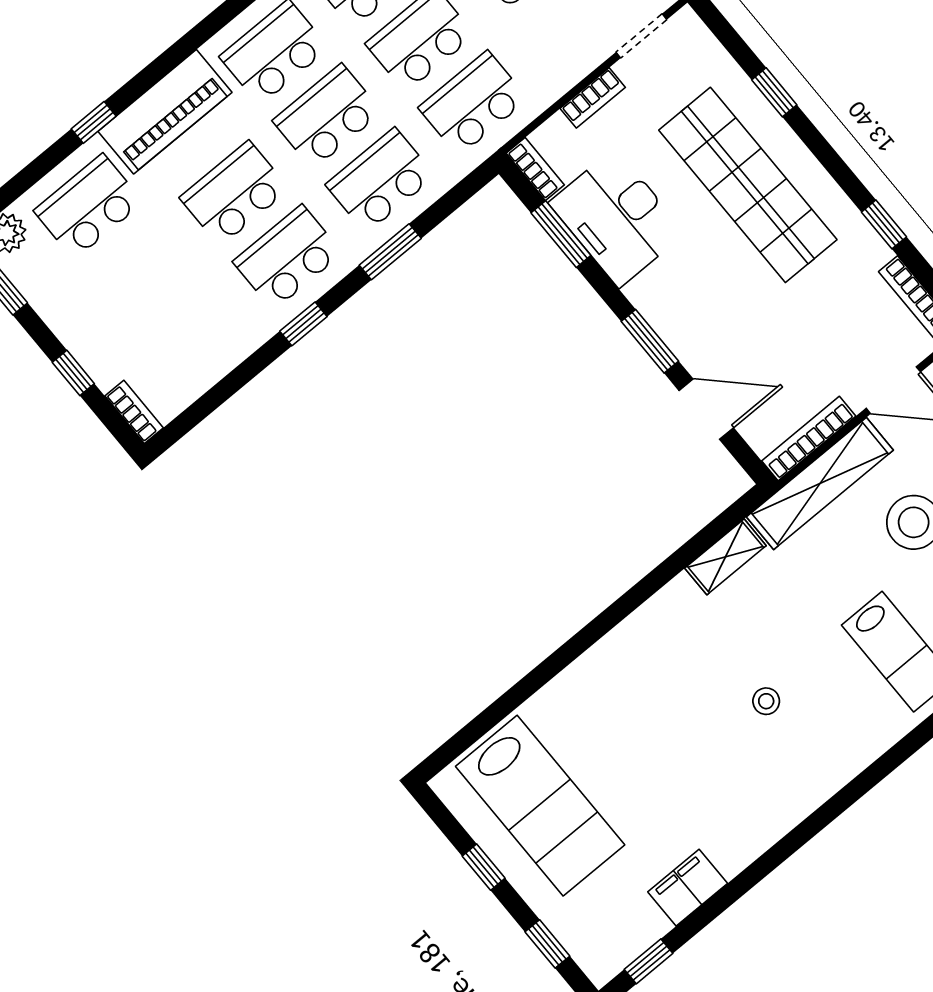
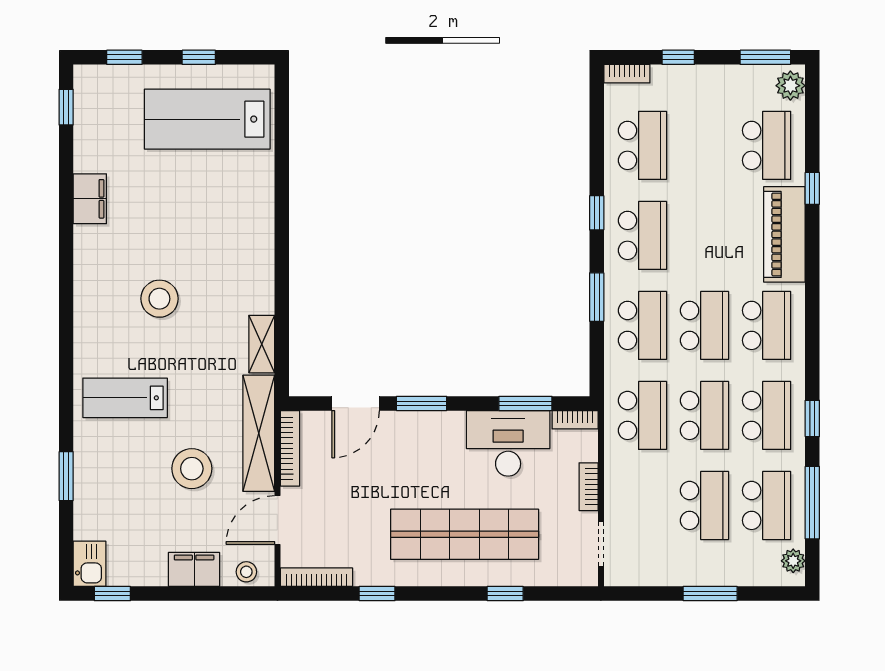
school desk: (234, 193) -> (642, 145), moved
stool: (766, 701) -> (159, 299), width x1.89, depth x1.89
filing cabinet: (688, 888) -> (90, 199), moved

